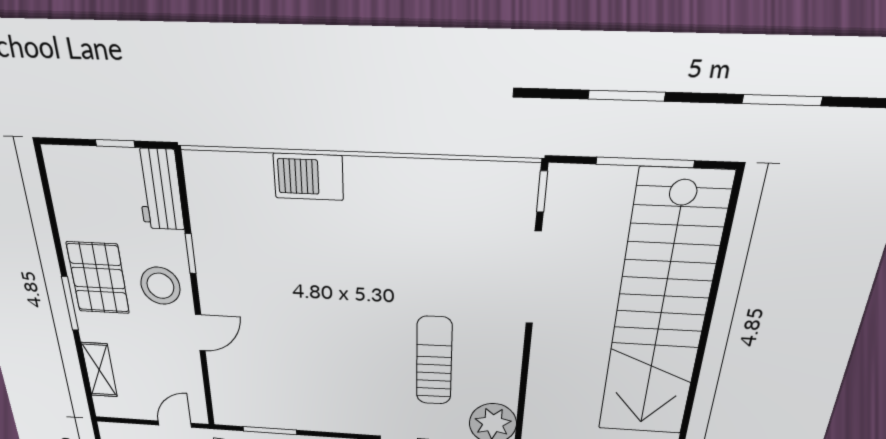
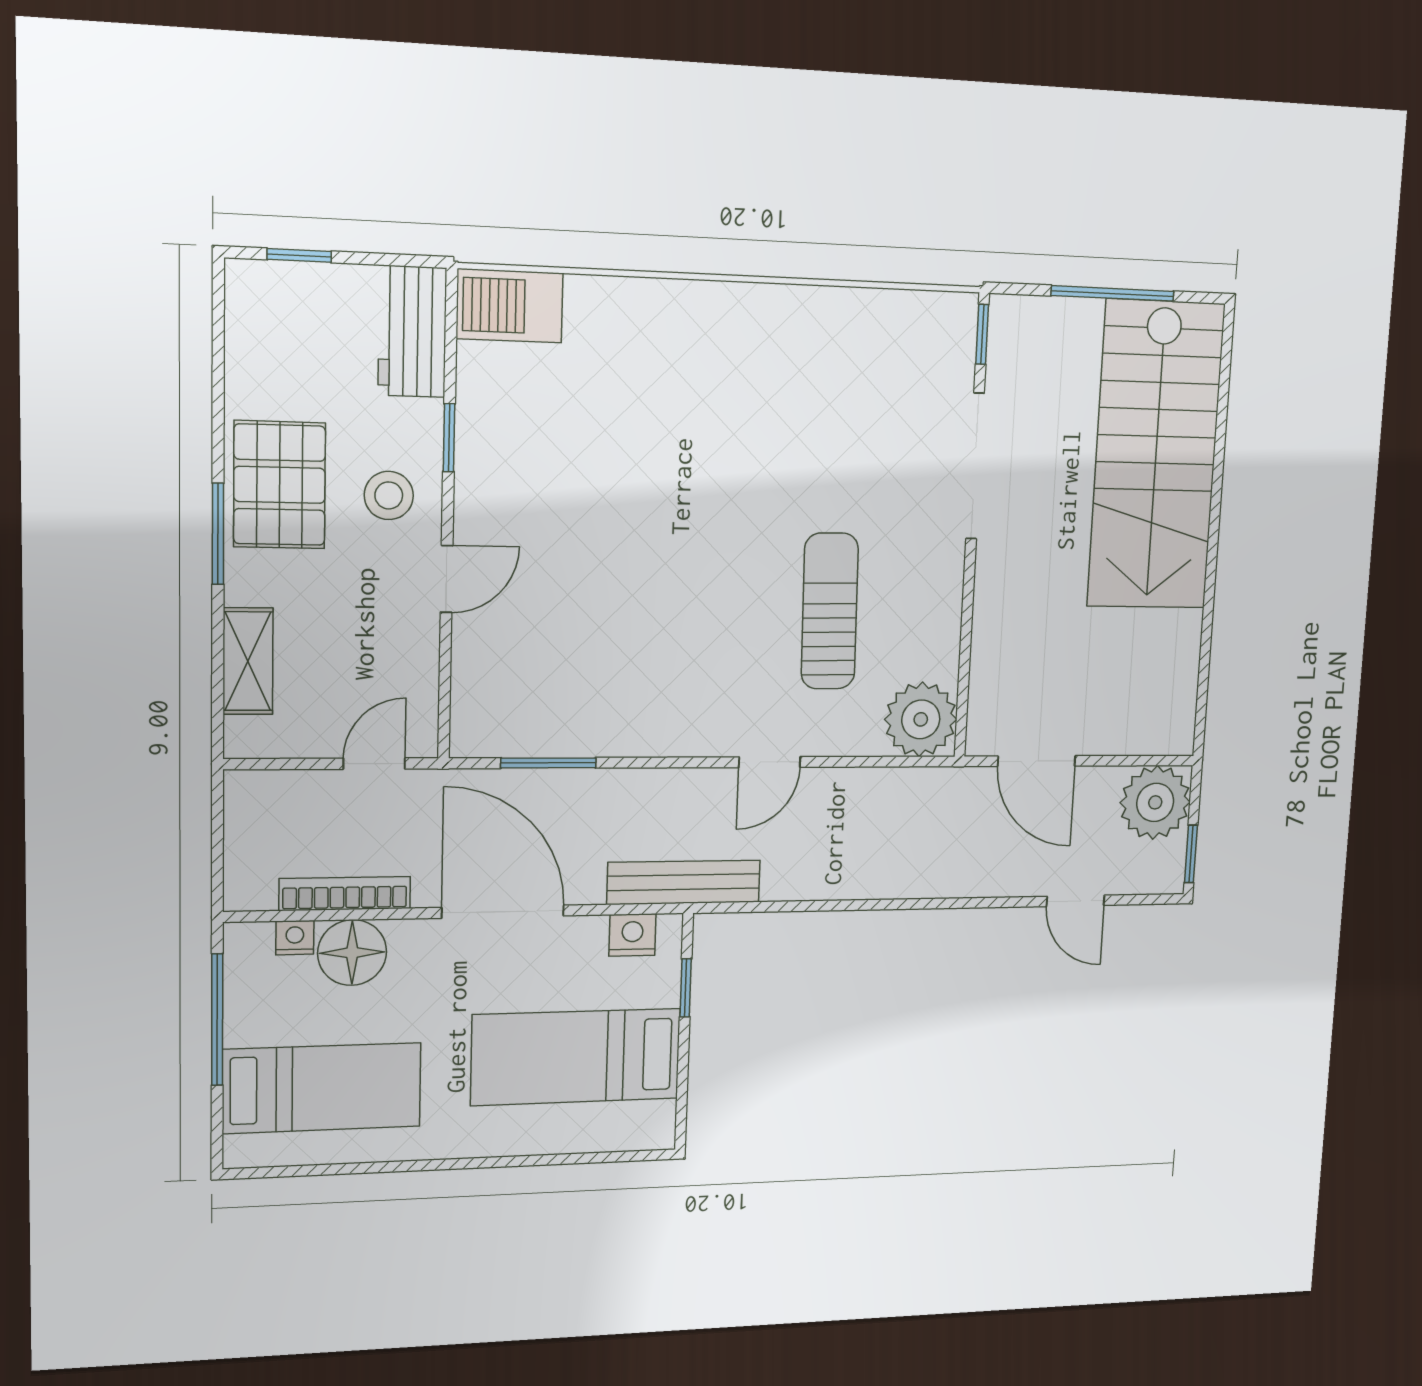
window: (115, 143) -> (299, 255), moved
barbecue: (308, 177) -> (510, 306), moved
stool: (160, 286) -> (389, 495), width x0.73, depth x0.73
stairs: (661, 310) -> (1156, 456), width x0.73

